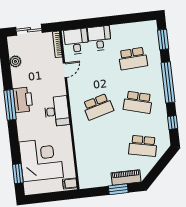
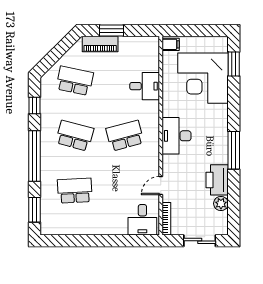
desk: (99, 38) -> (145, 86), moved, turned -90
printer: (23, 100) -> (217, 180), moved

